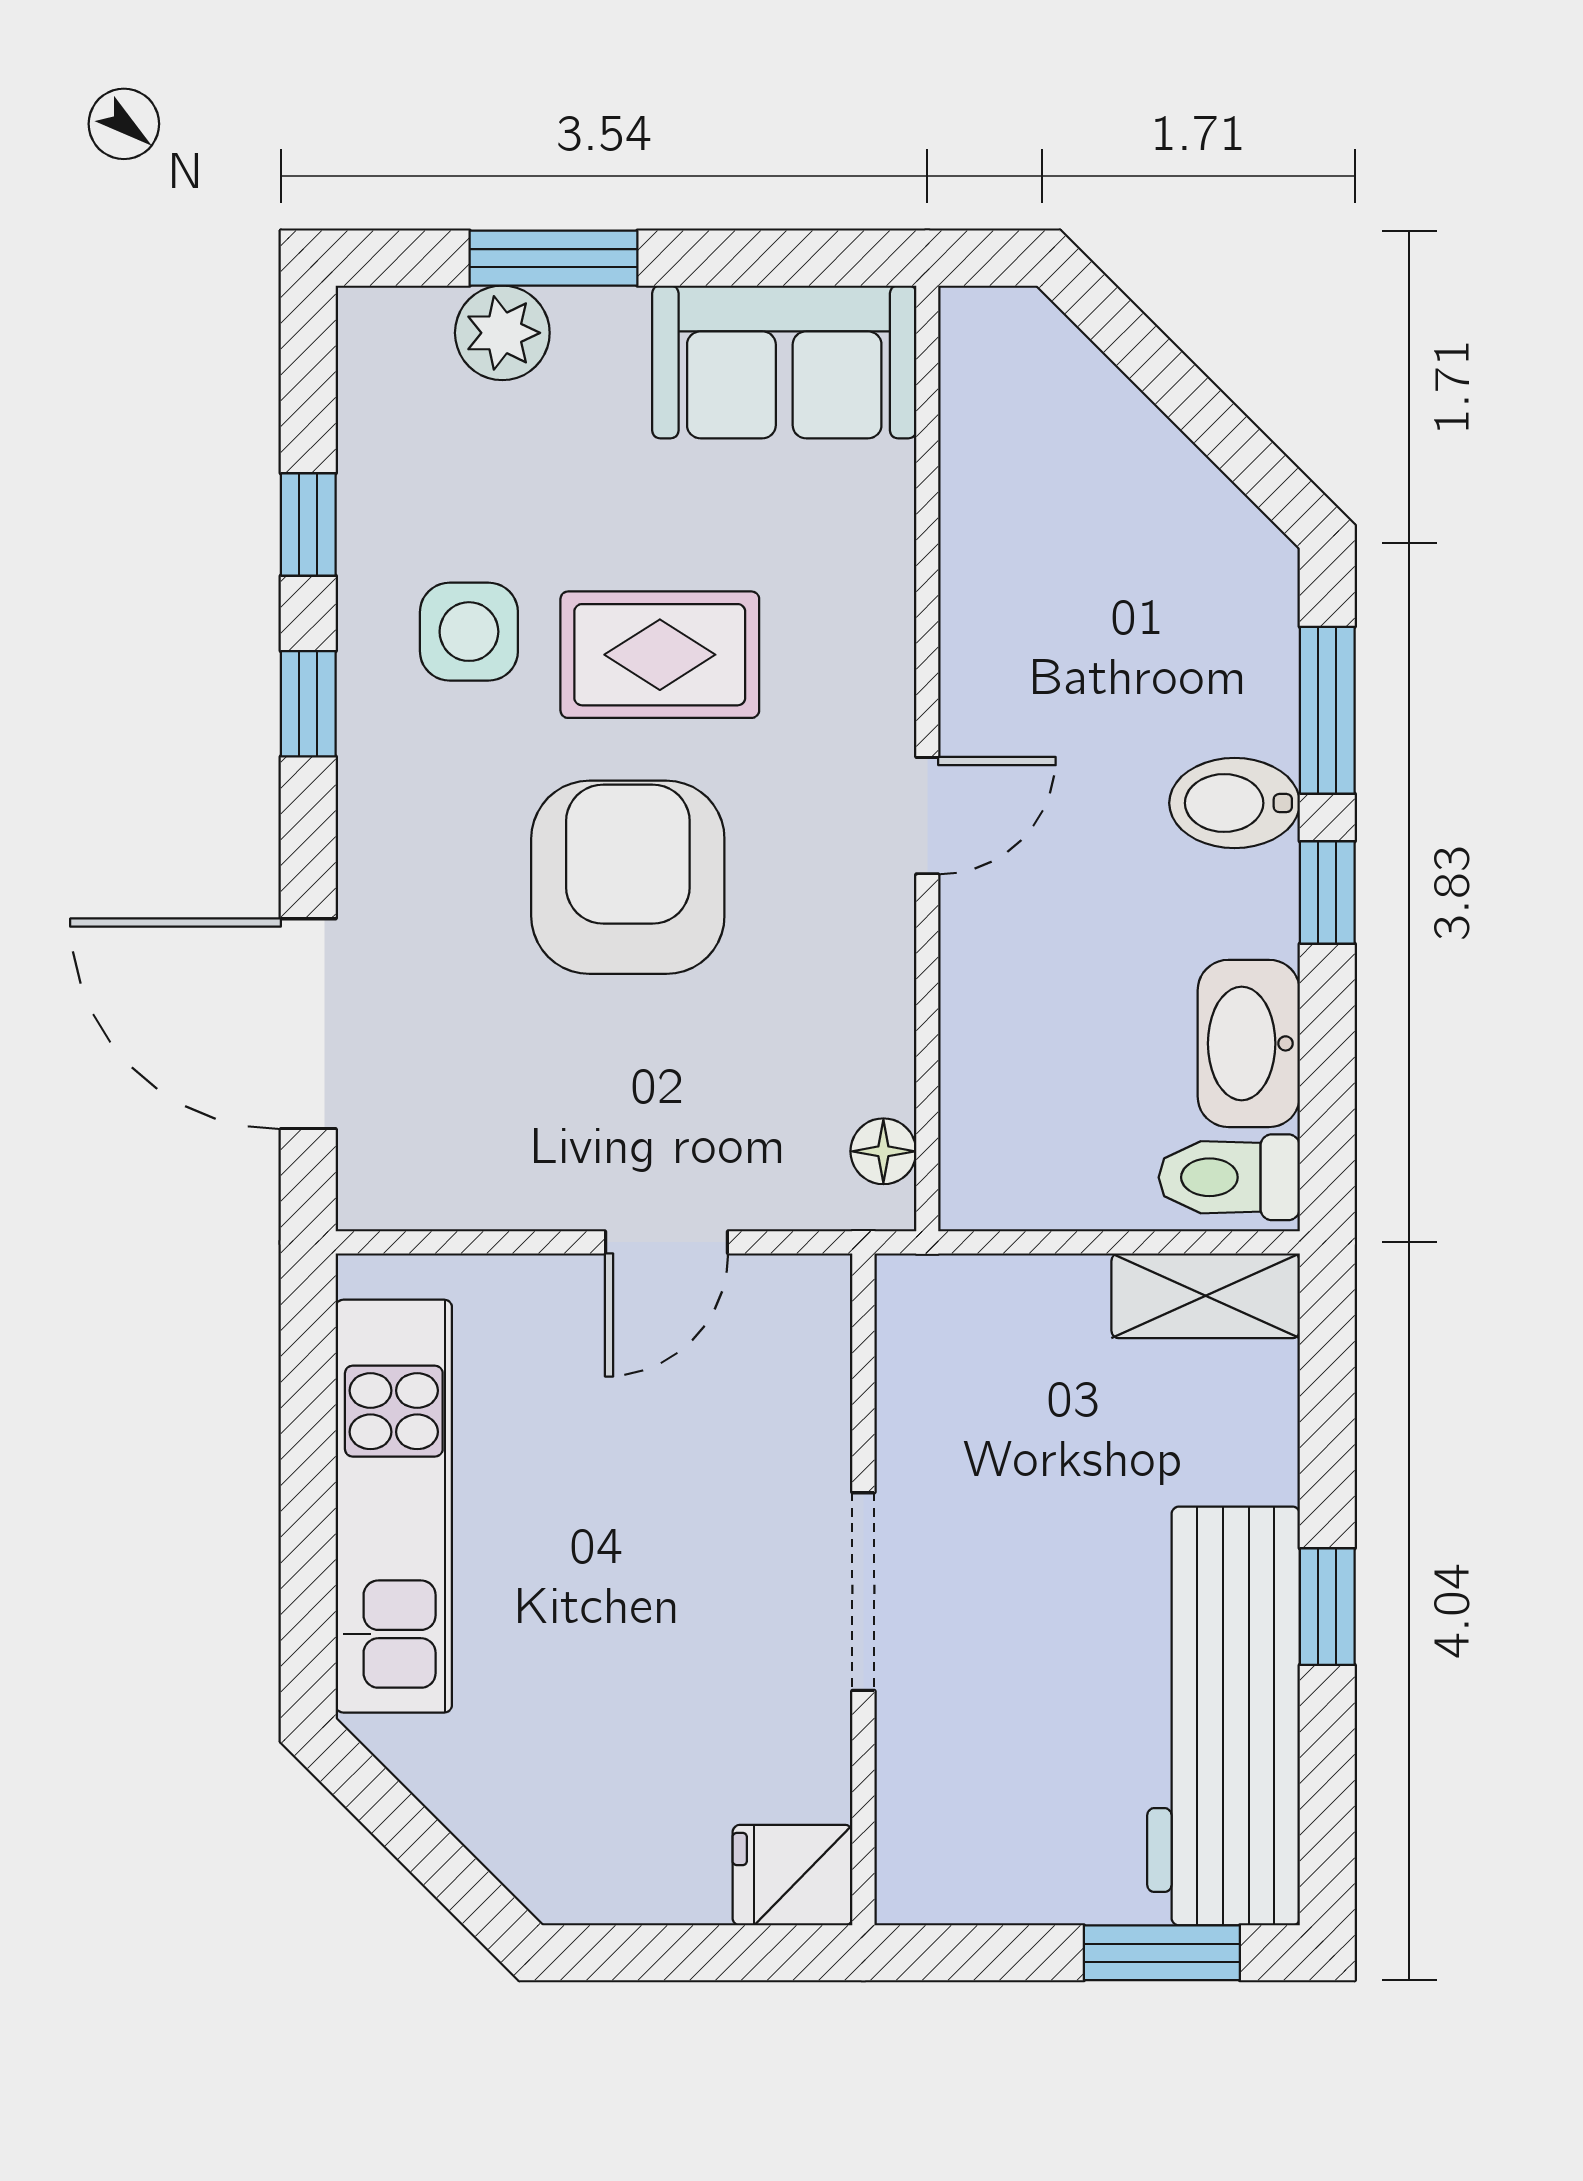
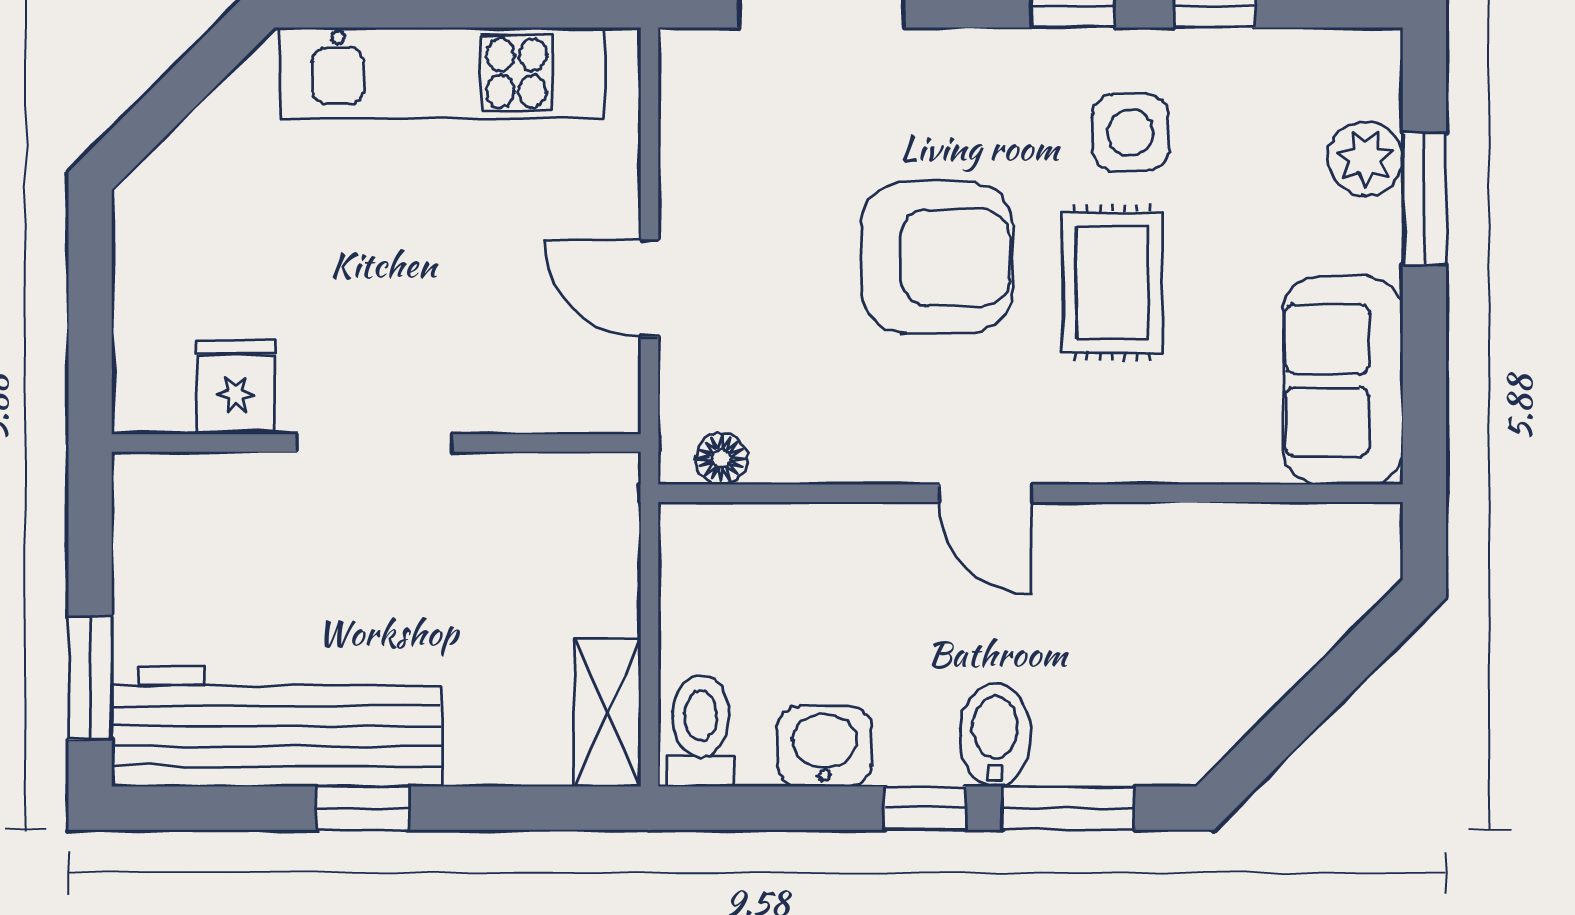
washbasin: (1249, 1043) -> (824, 746), width x0.72
fridge: (792, 1875) -> (236, 387), moved

